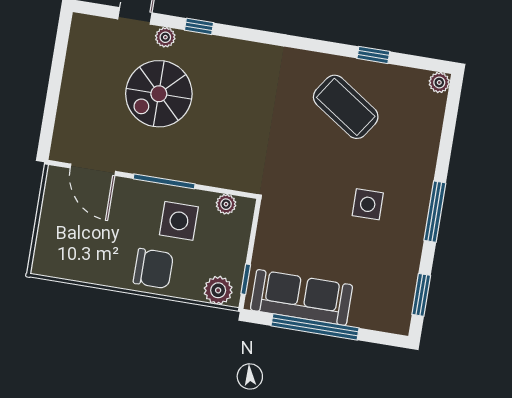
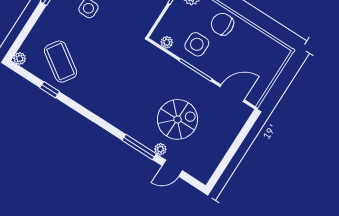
window: (199, 26) -> (139, 147), width x2.17
coffee table: (346, 107) -> (61, 62), moved
door: (93, 170) -> (232, 93), hinge flipped

